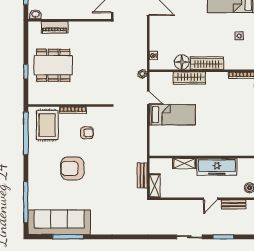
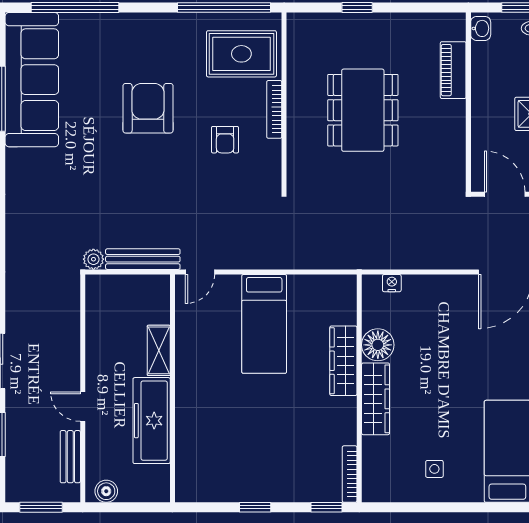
dining table: (53, 65) -> (363, 110), moved
plant: (142, 74) -> (93, 259), moved
door: (148, 98) -> (200, 272), moved
bench: (142, 175) -> (143, 259), width x1.36
shelving: (155, 186) -> (111, 286), removed

